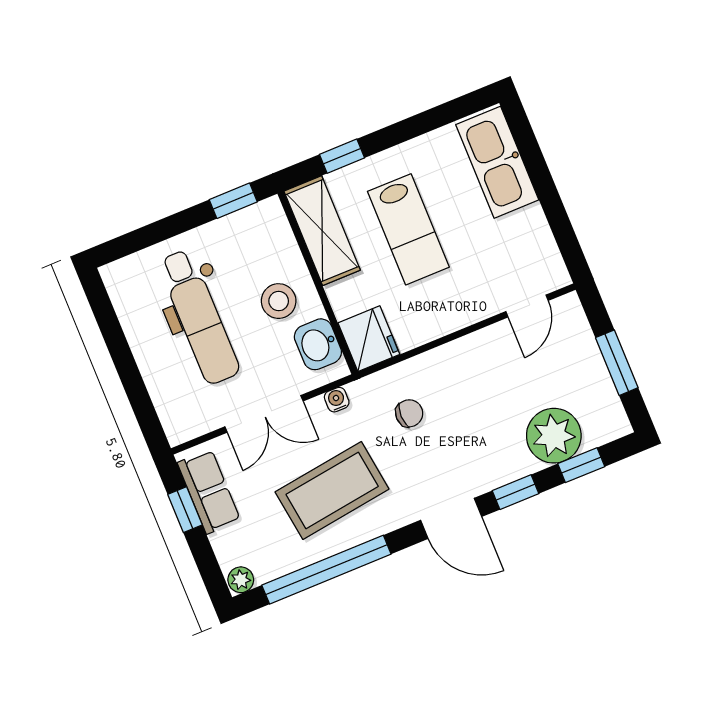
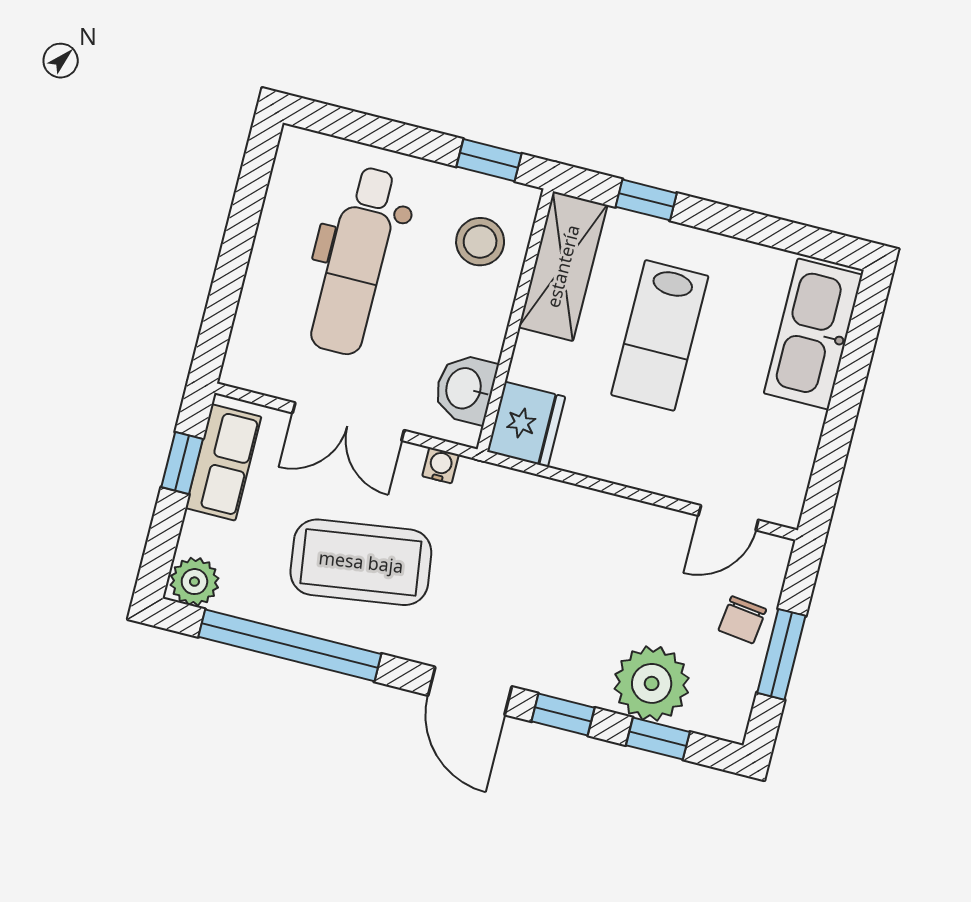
stool: (279, 301) -> (480, 242), moved
chair: (409, 413) -> (742, 620), moved, turned 97
plant: (241, 580) -> (194, 582), width x1.38, depth x1.38

